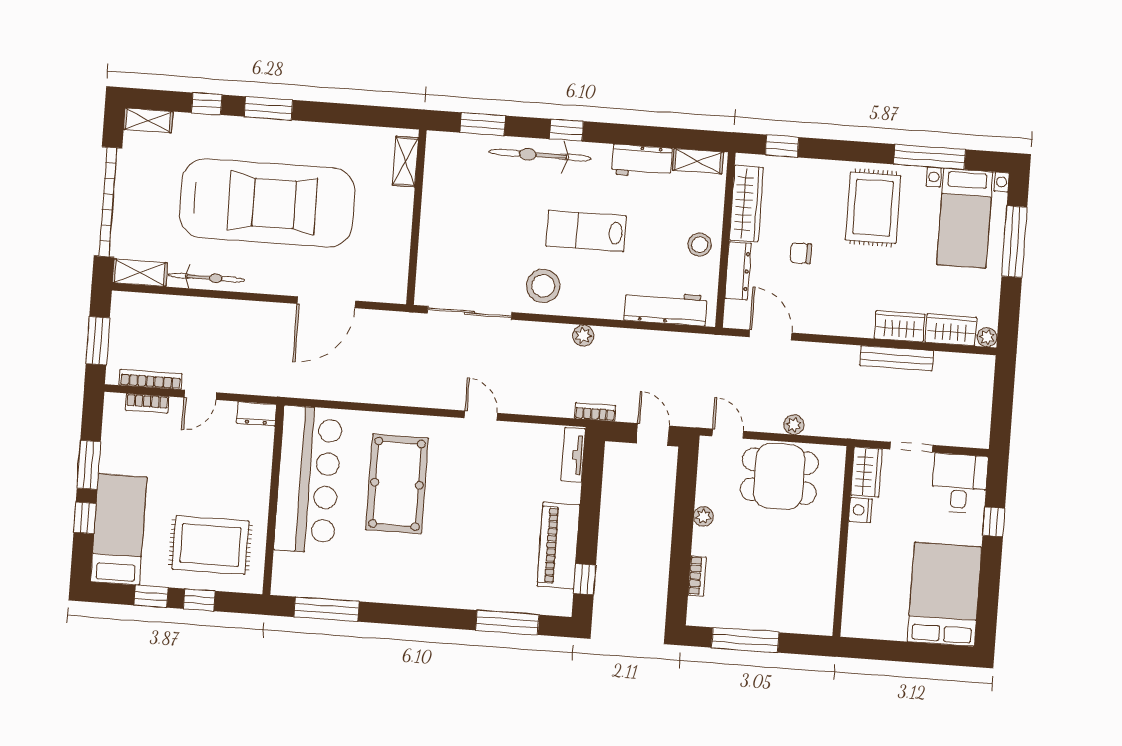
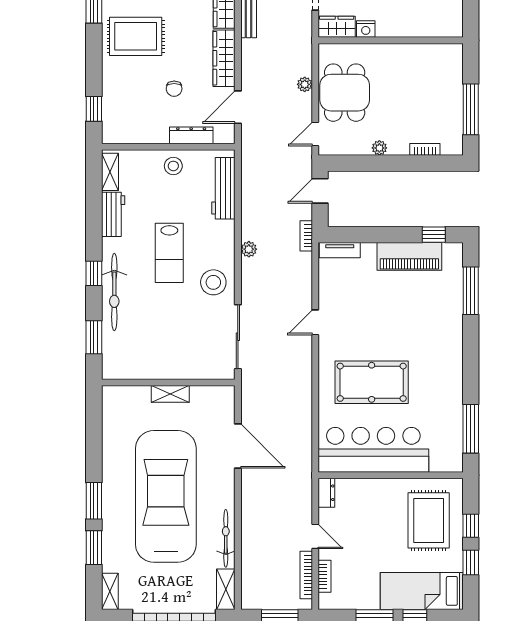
window: (207, 104) -> (94, 548), width x1.50
shelving: (405, 161) -> (170, 394), moved
wardrobe: (746, 204) -> (224, 58), moved, turned -90

